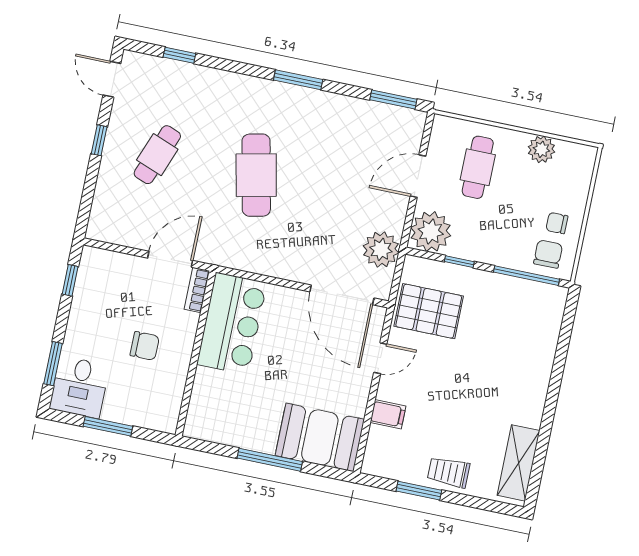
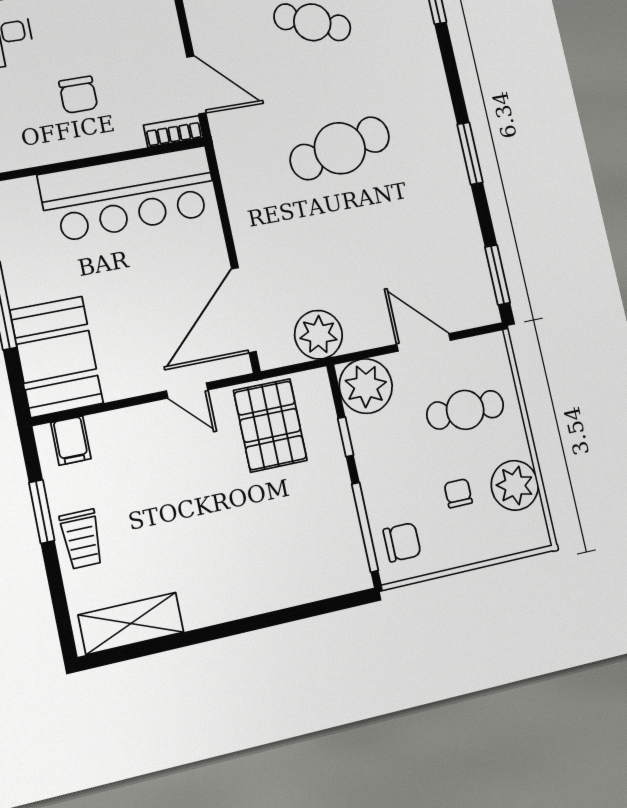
plant: (541, 149) -> (515, 485), width x1.36, depth x1.36
chair: (557, 223) -> (458, 493), moved
bar counter: (232, 324) -> (129, 194), width x1.36
filing cabinet: (388, 414) -> (71, 441), moved
trolley: (449, 472) -> (82, 539), turned 180

